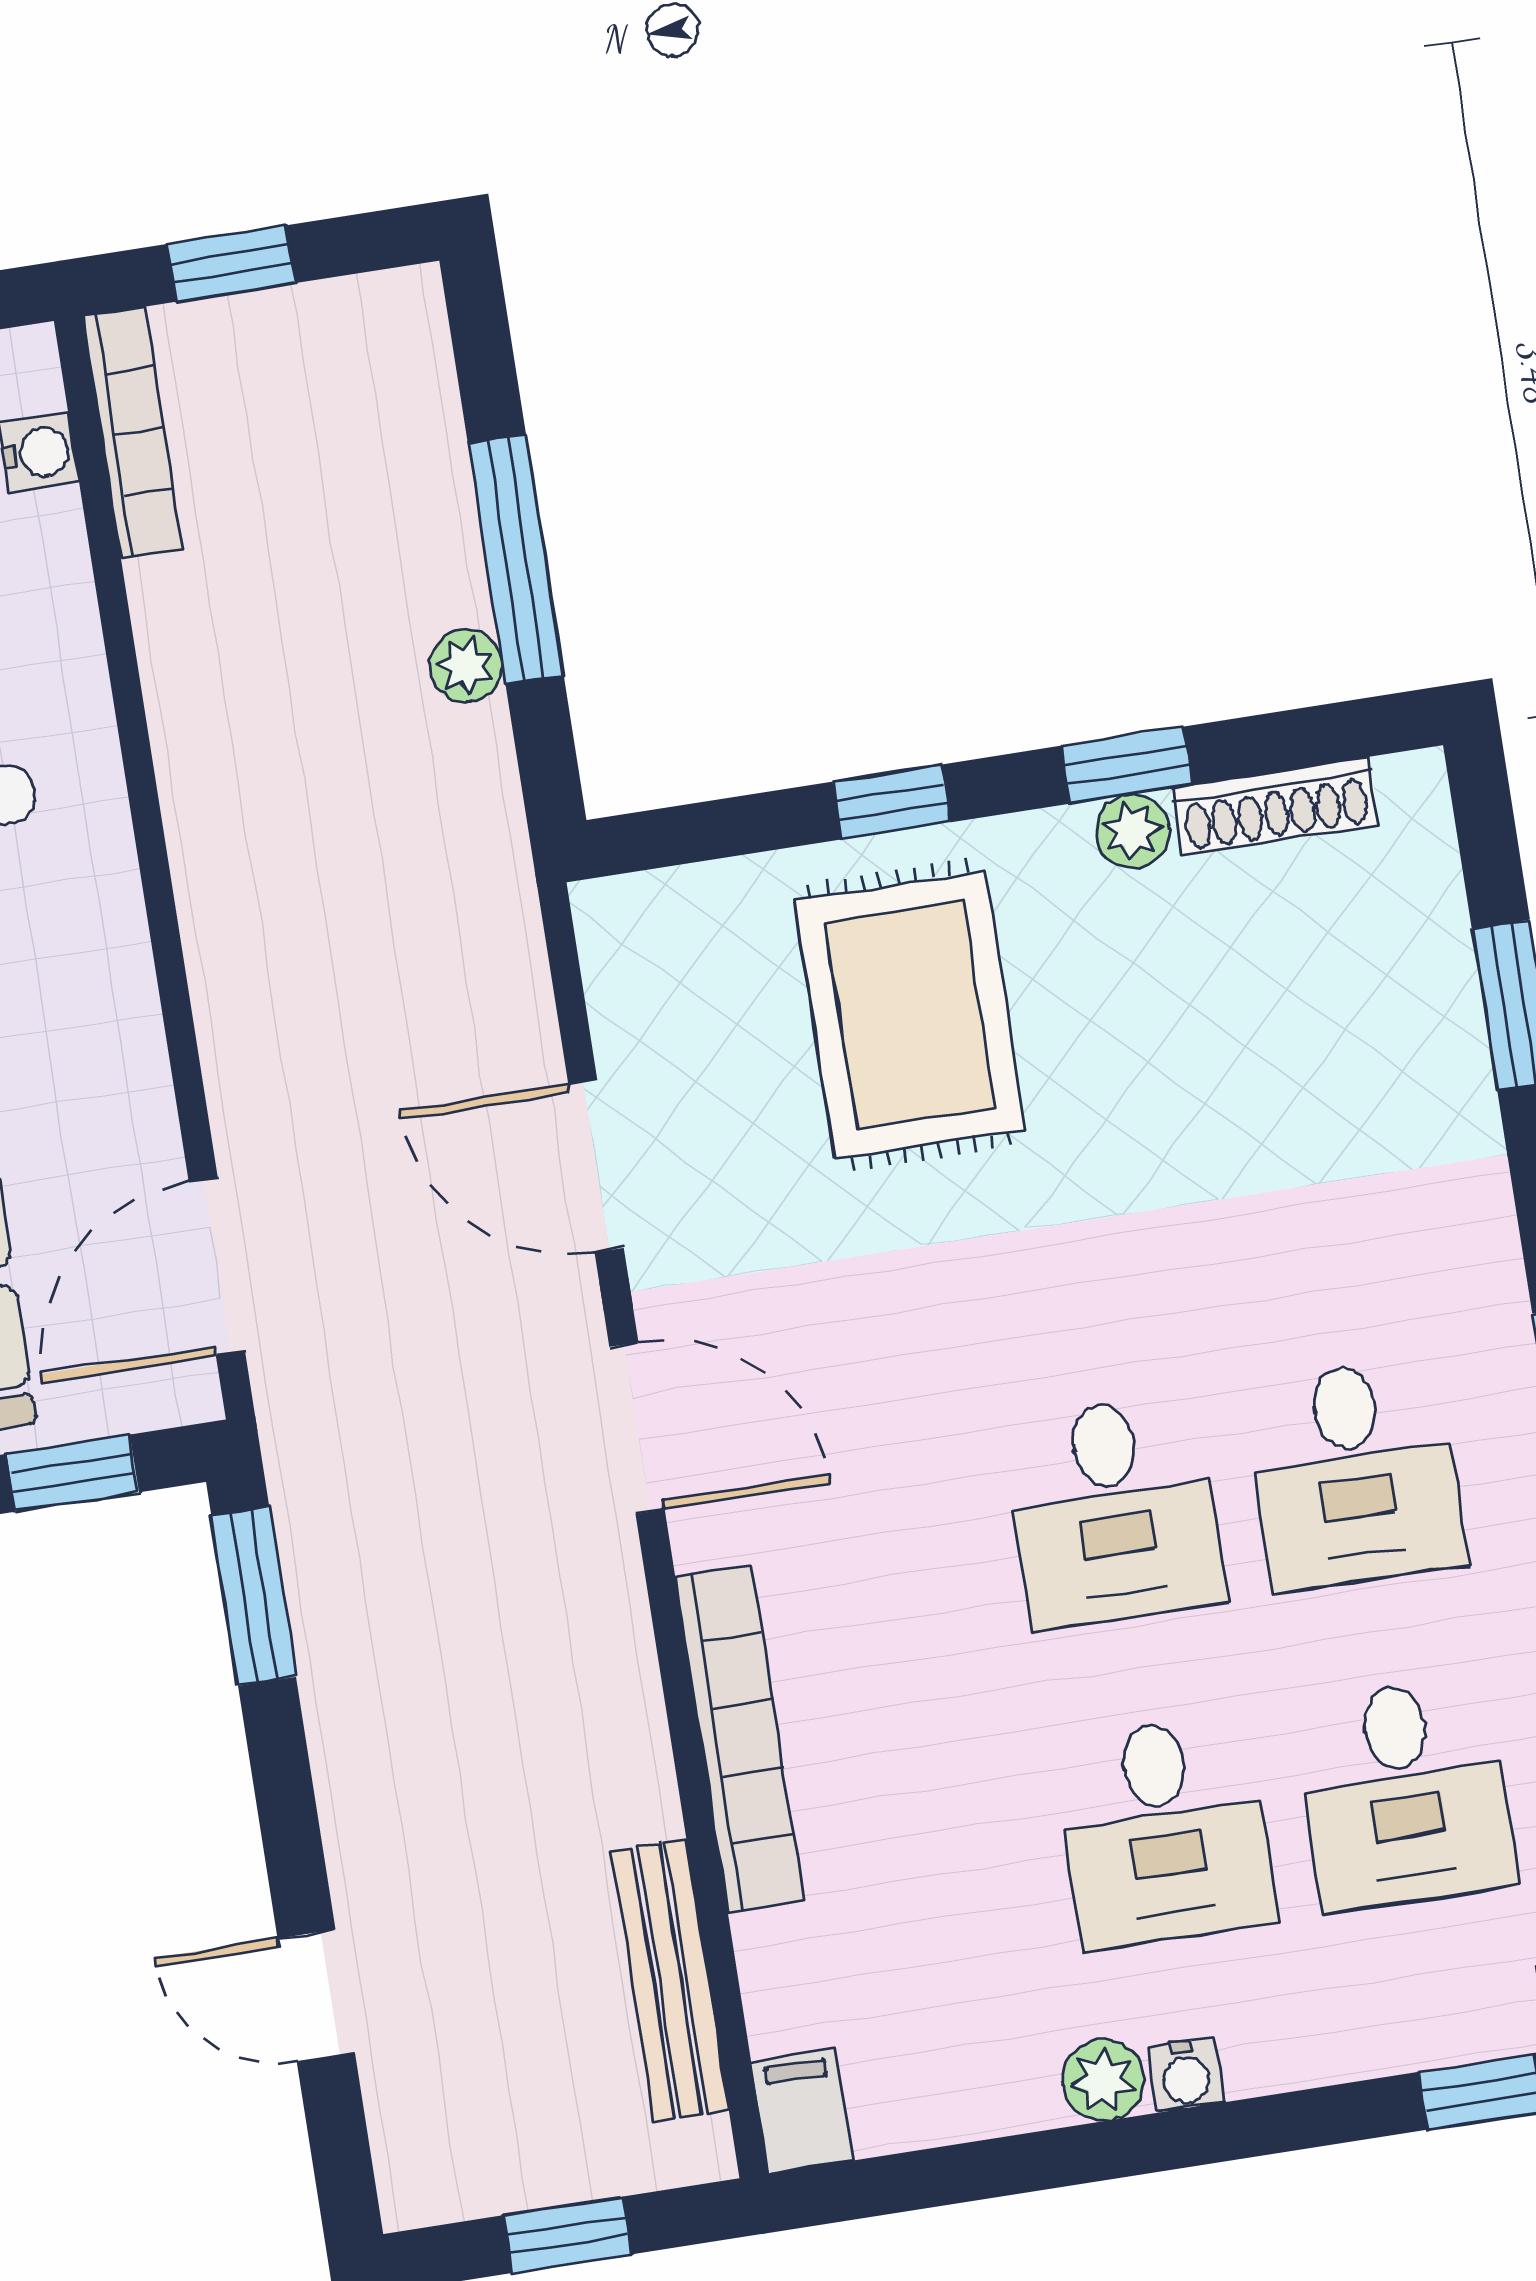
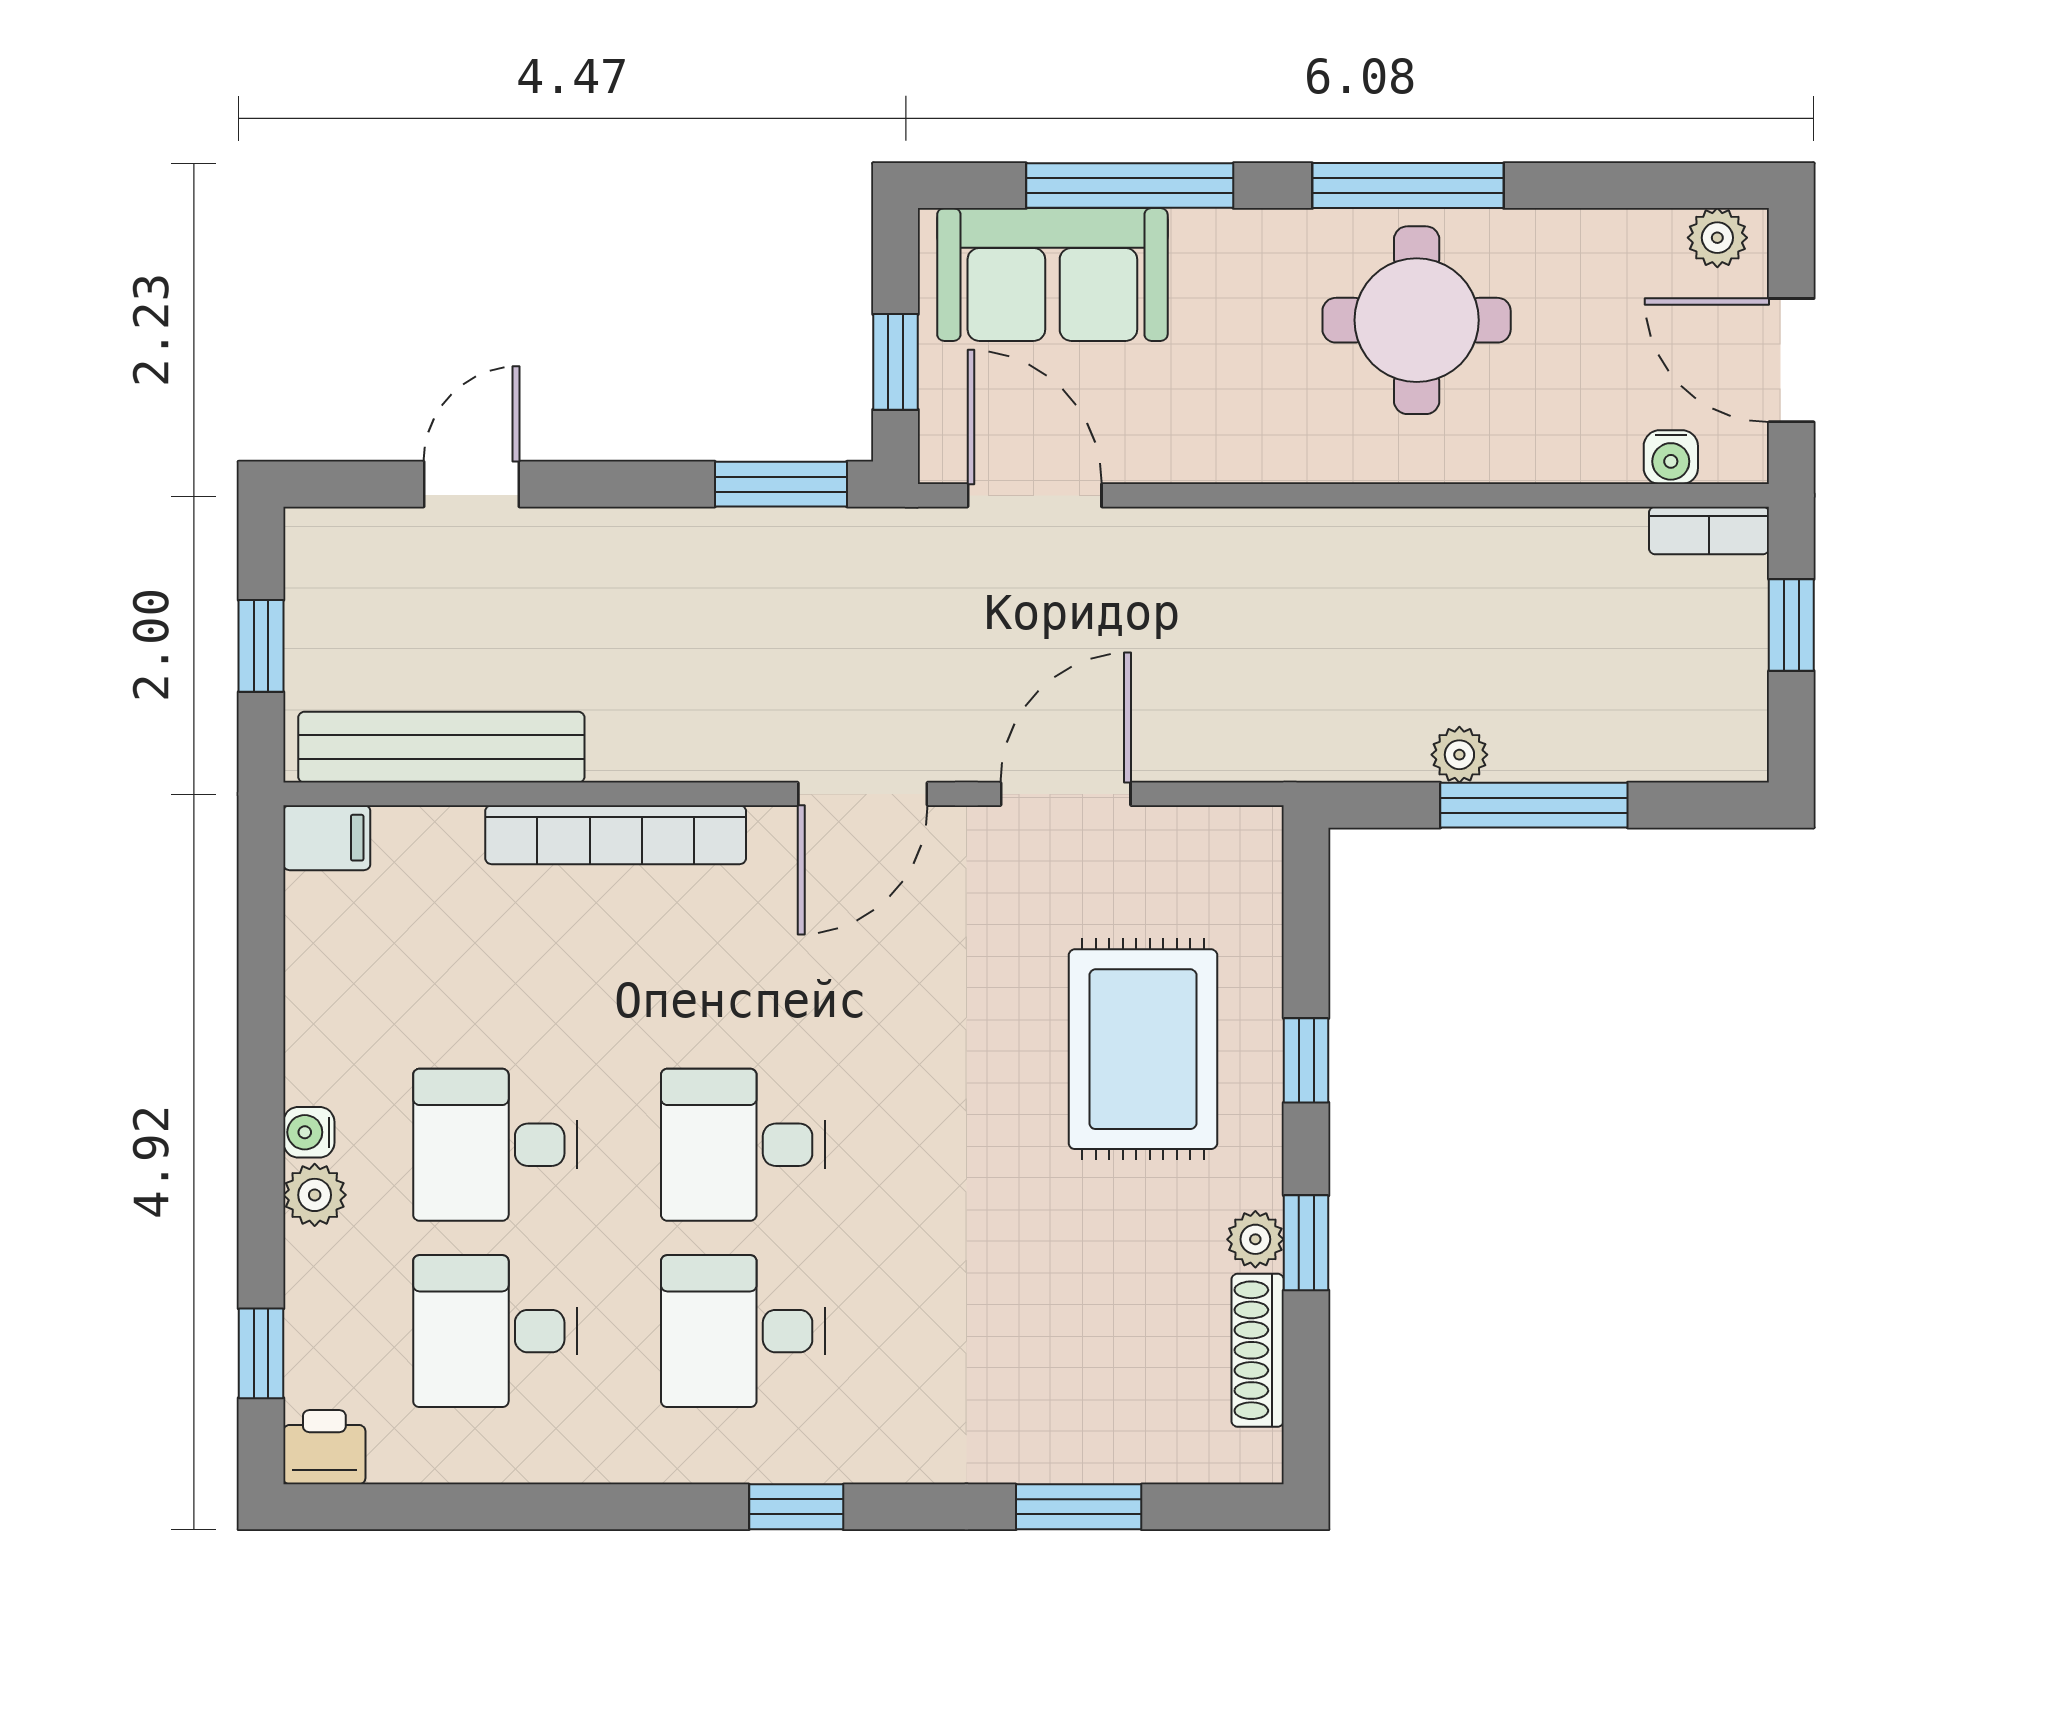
bookcase: (133, 432) -> (1709, 530), width x0.64
rug: (910, 1015) -> (1143, 1049), turned 90
bench: (670, 1980) -> (441, 747), width x1.37, depth x1.21
plant: (1104, 2080) -> (315, 1195), moved

